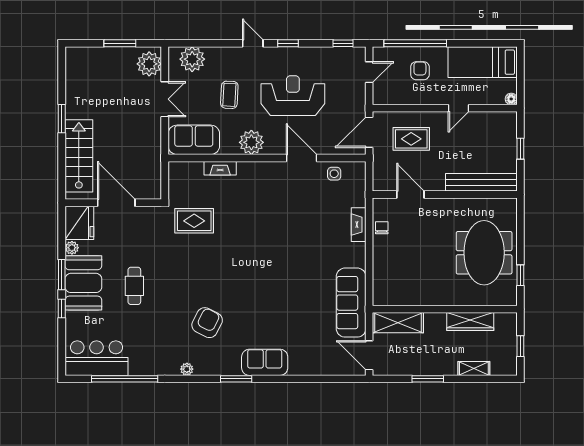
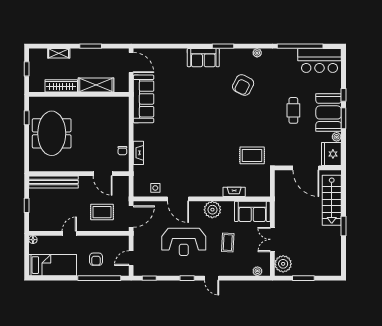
plant: (192, 59) -> (257, 271), width x0.53, depth x0.53
shelving: (398, 323) -> (96, 85), moved

